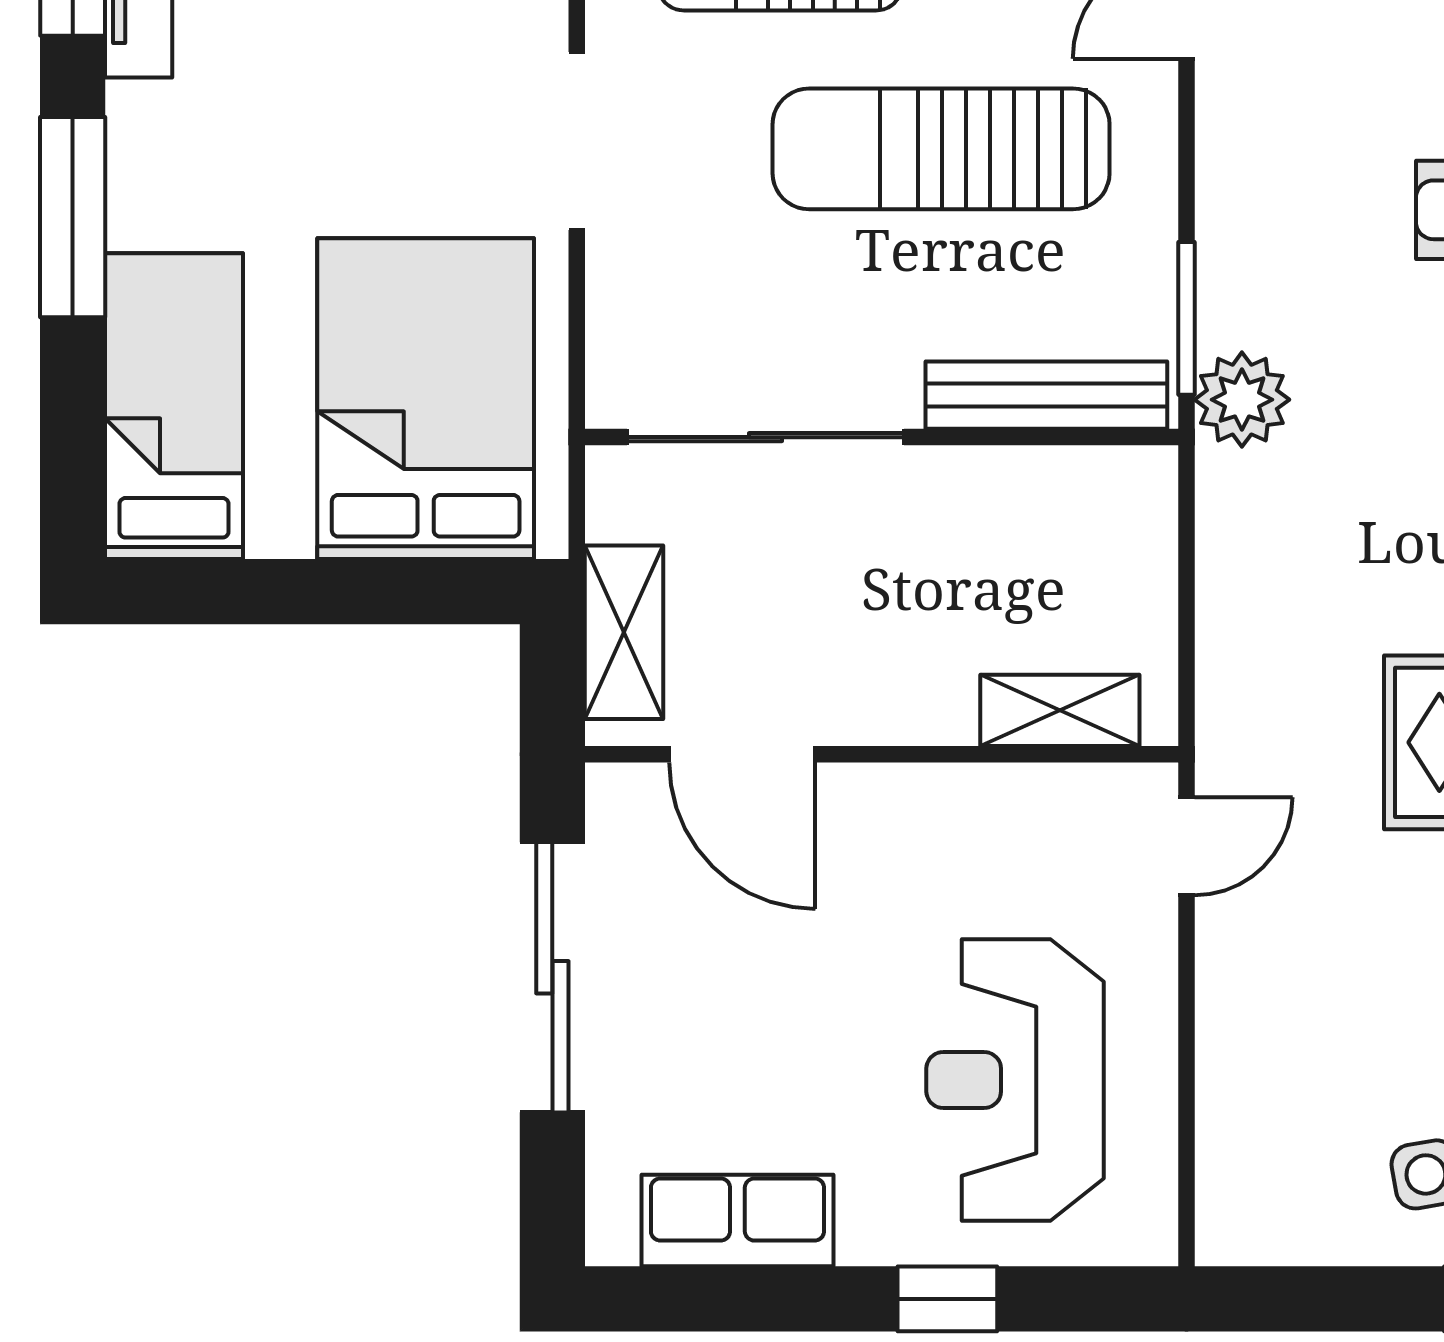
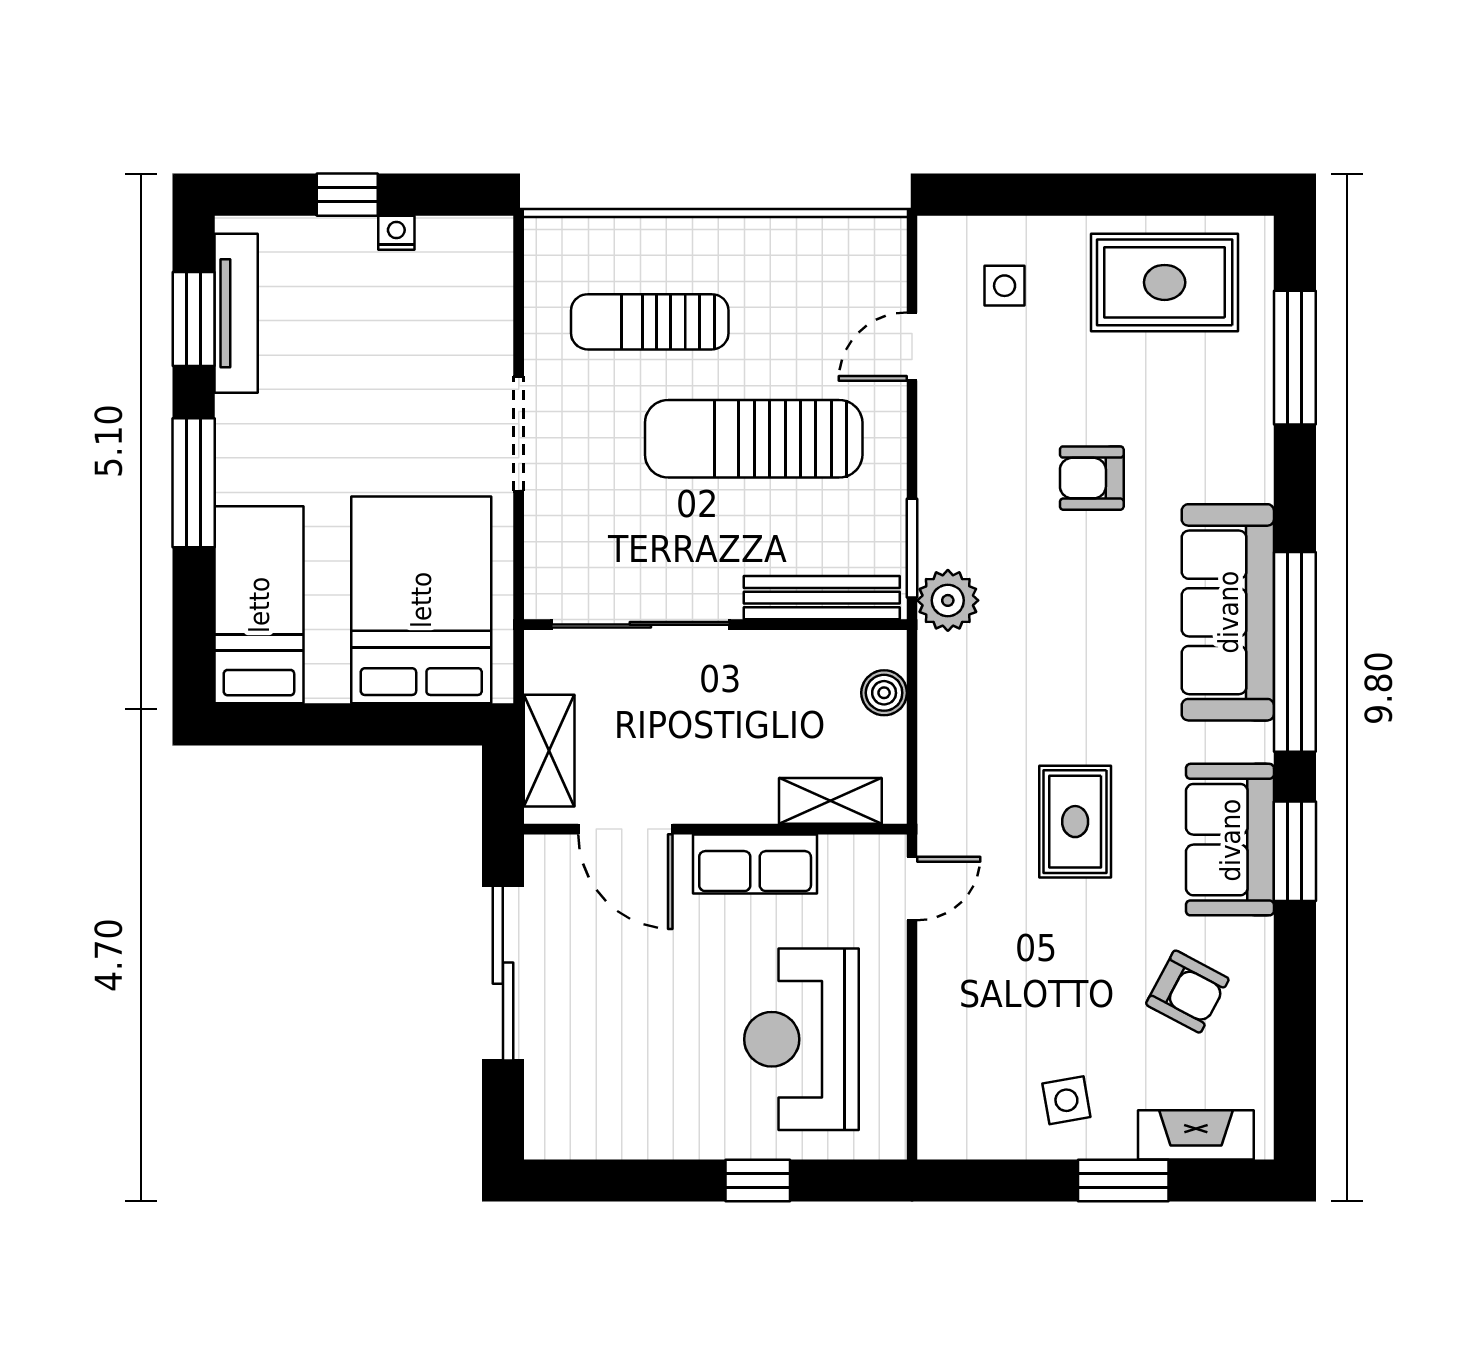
boiler: (1143, 543) -> (884, 693), added
row of seats: (737, 1221) -> (755, 864), moved, turned 180

